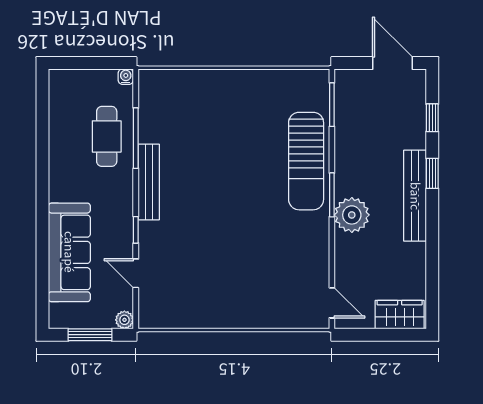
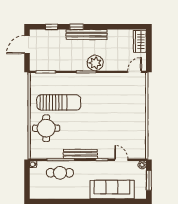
round table: (206, 106) -> (46, 128), added
sun lounger: (306, 161) -> (59, 102), moved
door: (136, 273) -> (121, 160), swing flipped

